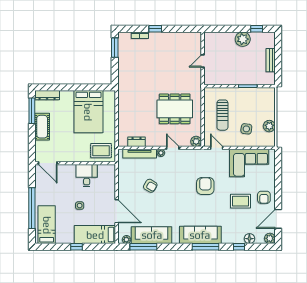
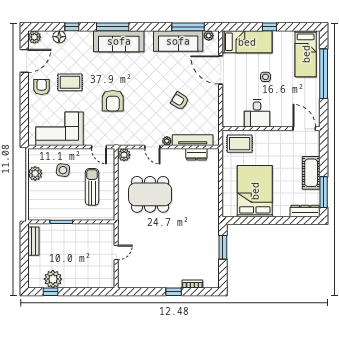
plant: (243, 39) -> (53, 279), moved
window: (115, 48) -> (223, 247), moved
bench: (271, 60) -> (33, 241), moved

